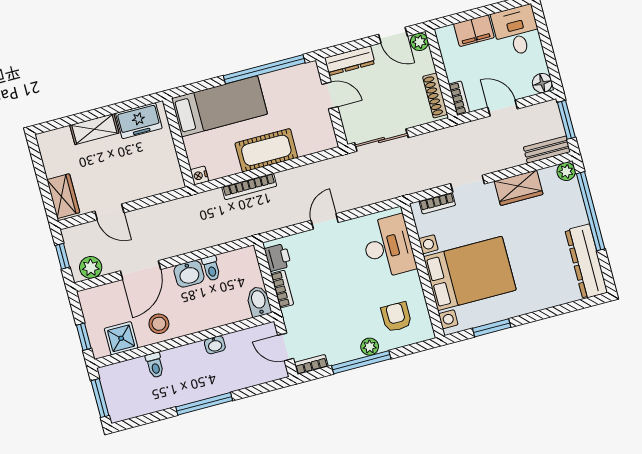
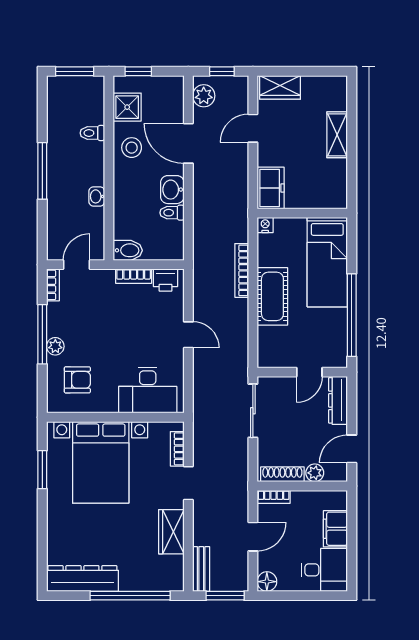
plant: (419, 42) -> (315, 473), moved
freezer: (139, 121) -> (271, 188), moved, turned 180
plant: (566, 171) -> (175, 582), removed

